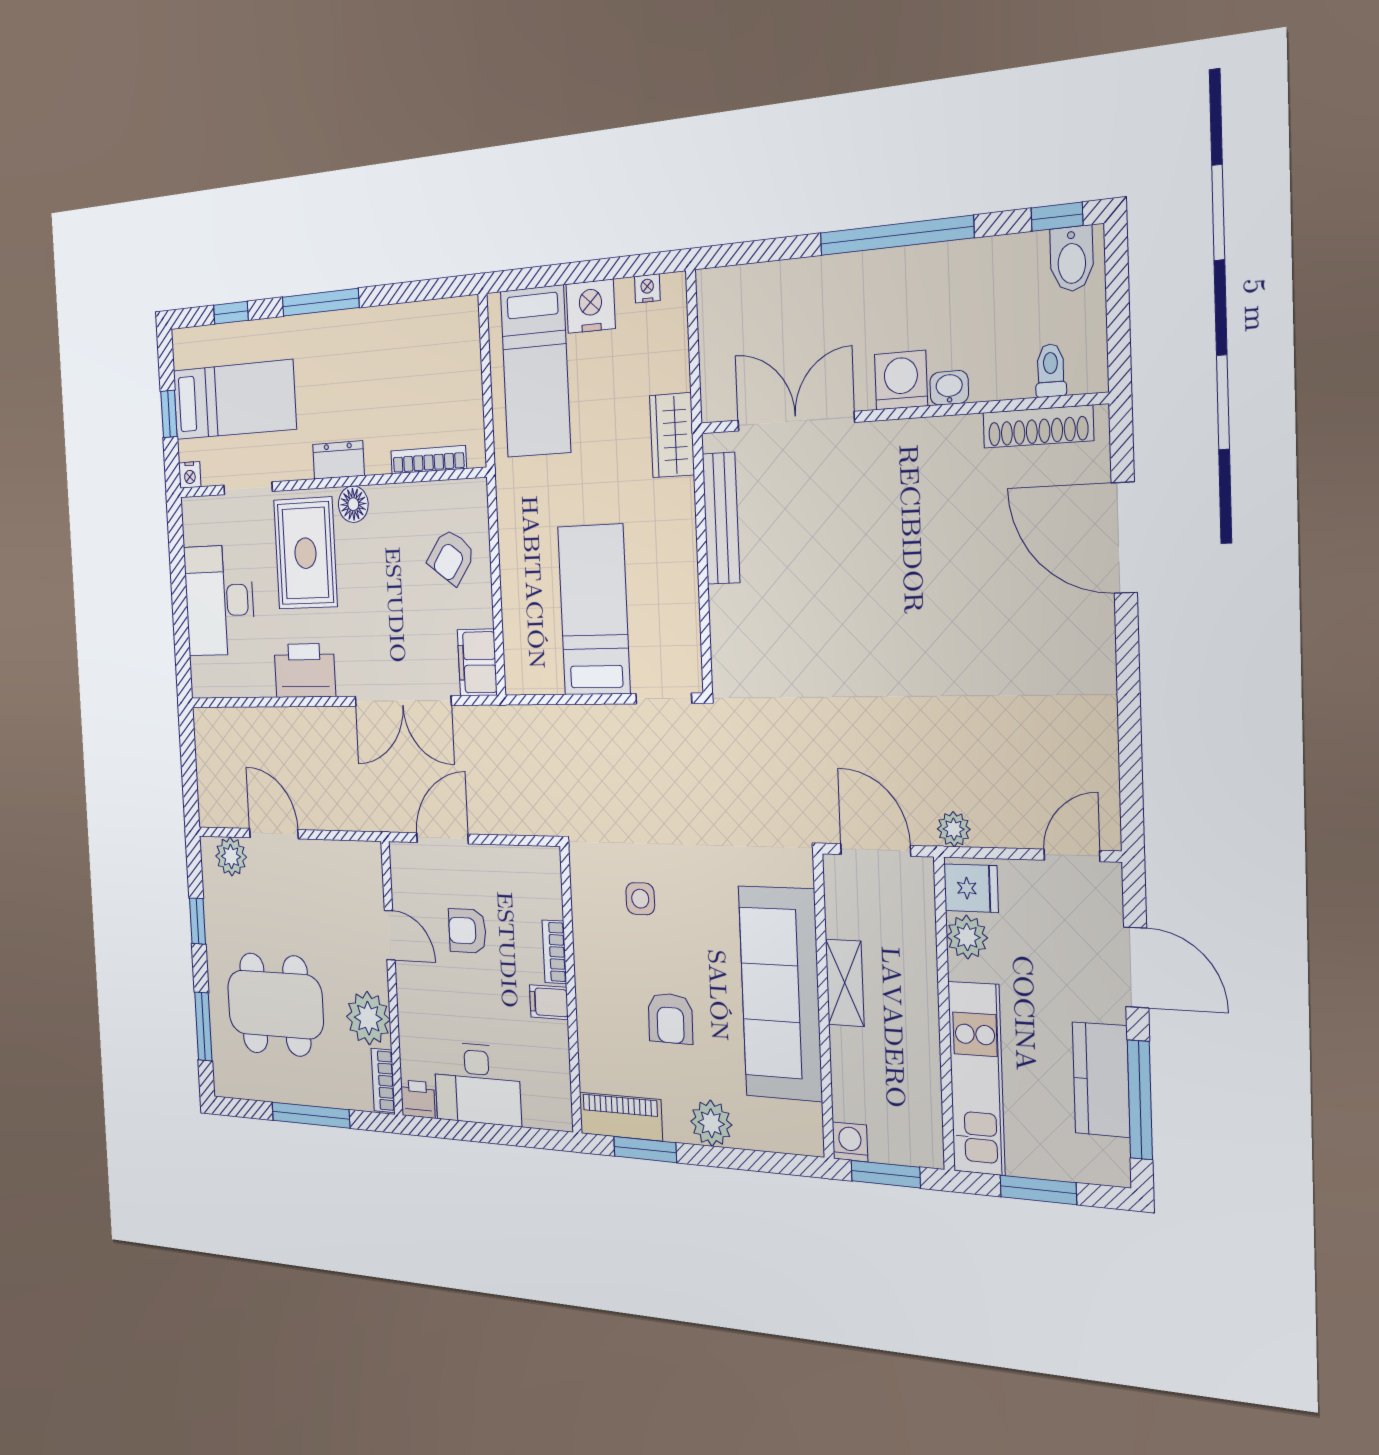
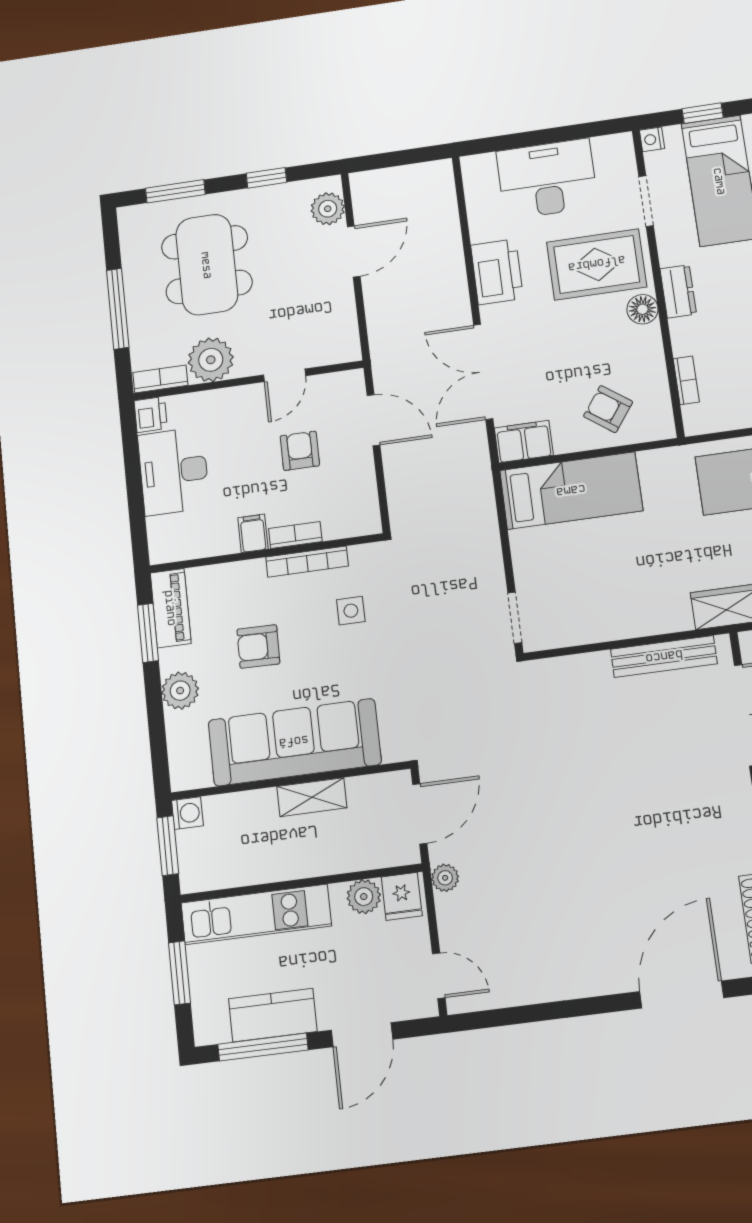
bookcase: (428, 460) -> (686, 380), width x0.64
bed: (594, 610) -> (571, 491), moved
bookcase: (584, 943) -> (307, 562), added

